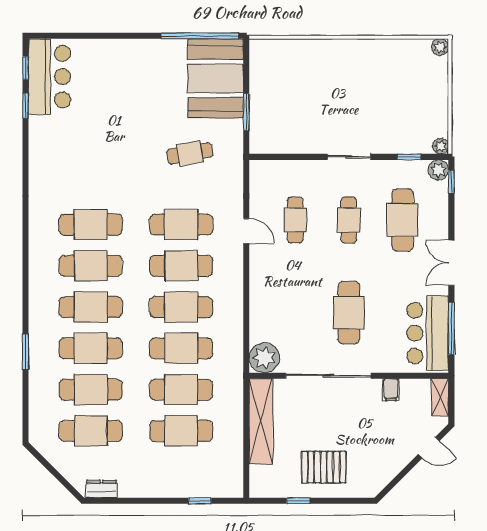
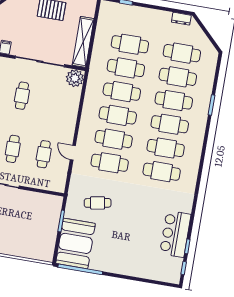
bar counter: (50, 77) -> (175, 234), moved
cafe table: (349, 313) -> (22, 96), width x0.73, depth x0.74

